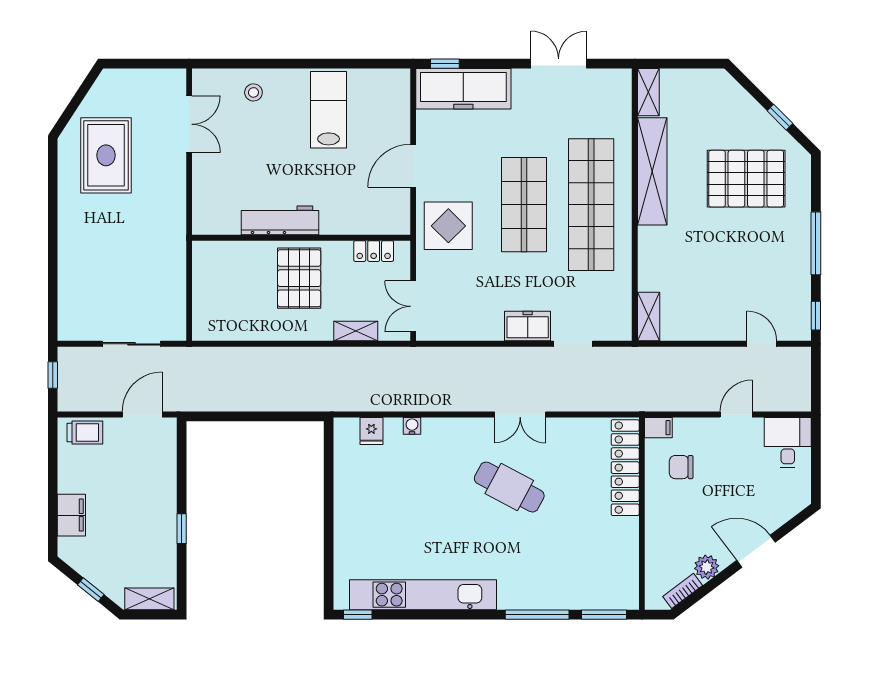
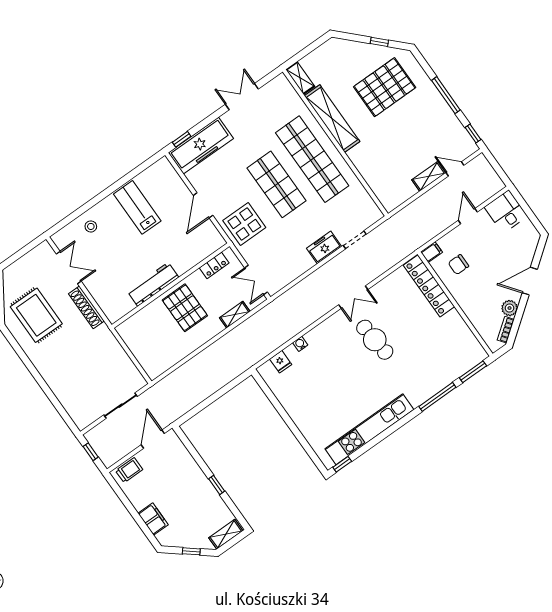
shoe rack: (176, 190) -> (86, 307), added
shelving: (649, 316) -> (429, 176), moved, turned 90
cafe table: (509, 487) -> (375, 340), turned 57

